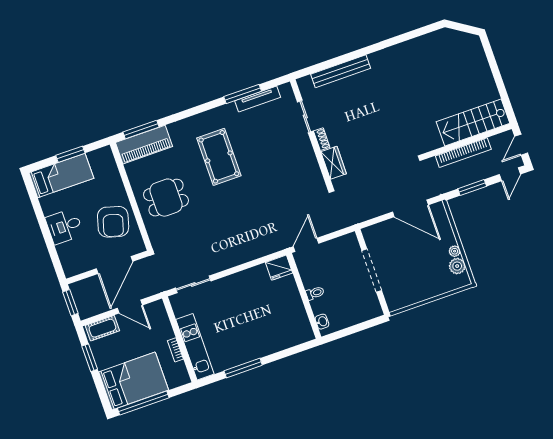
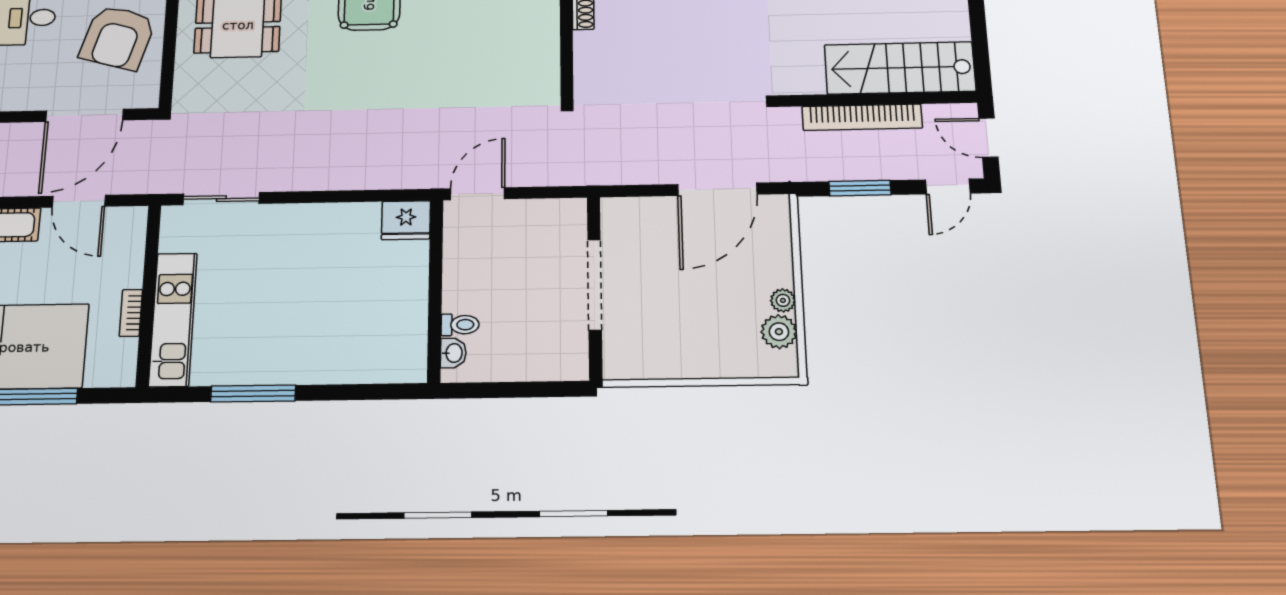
door: (521, 145) -> (988, 138), hinge flipped
wardrobe: (334, 163) -> (591, 59), removed
door: (410, 208) -> (717, 189), hinge flipped
toilet: (315, 293) -> (460, 325), moved

